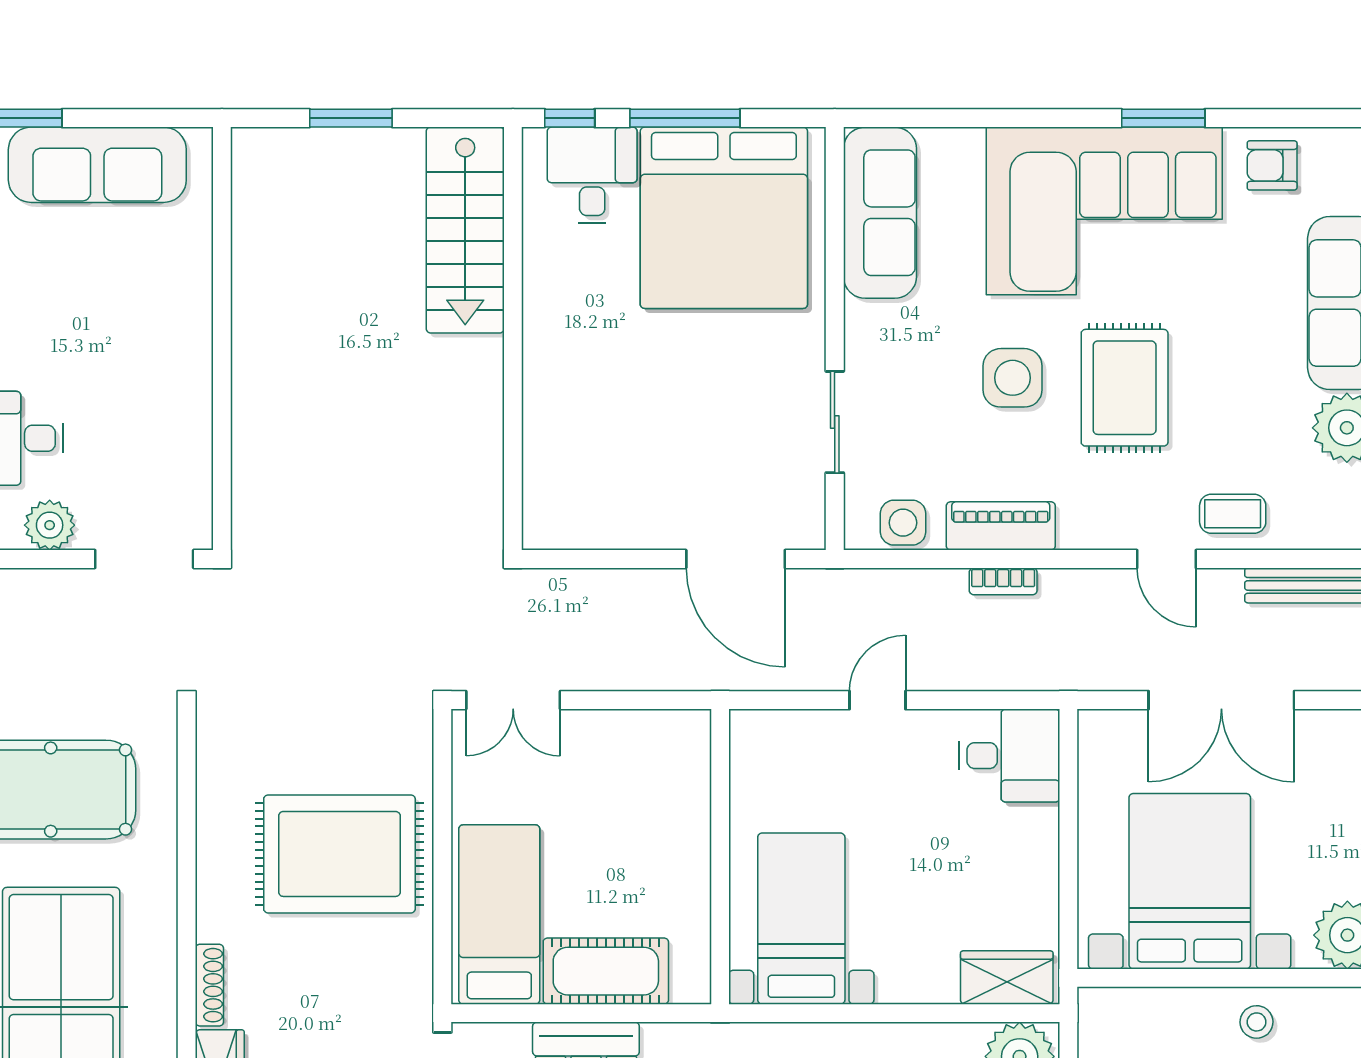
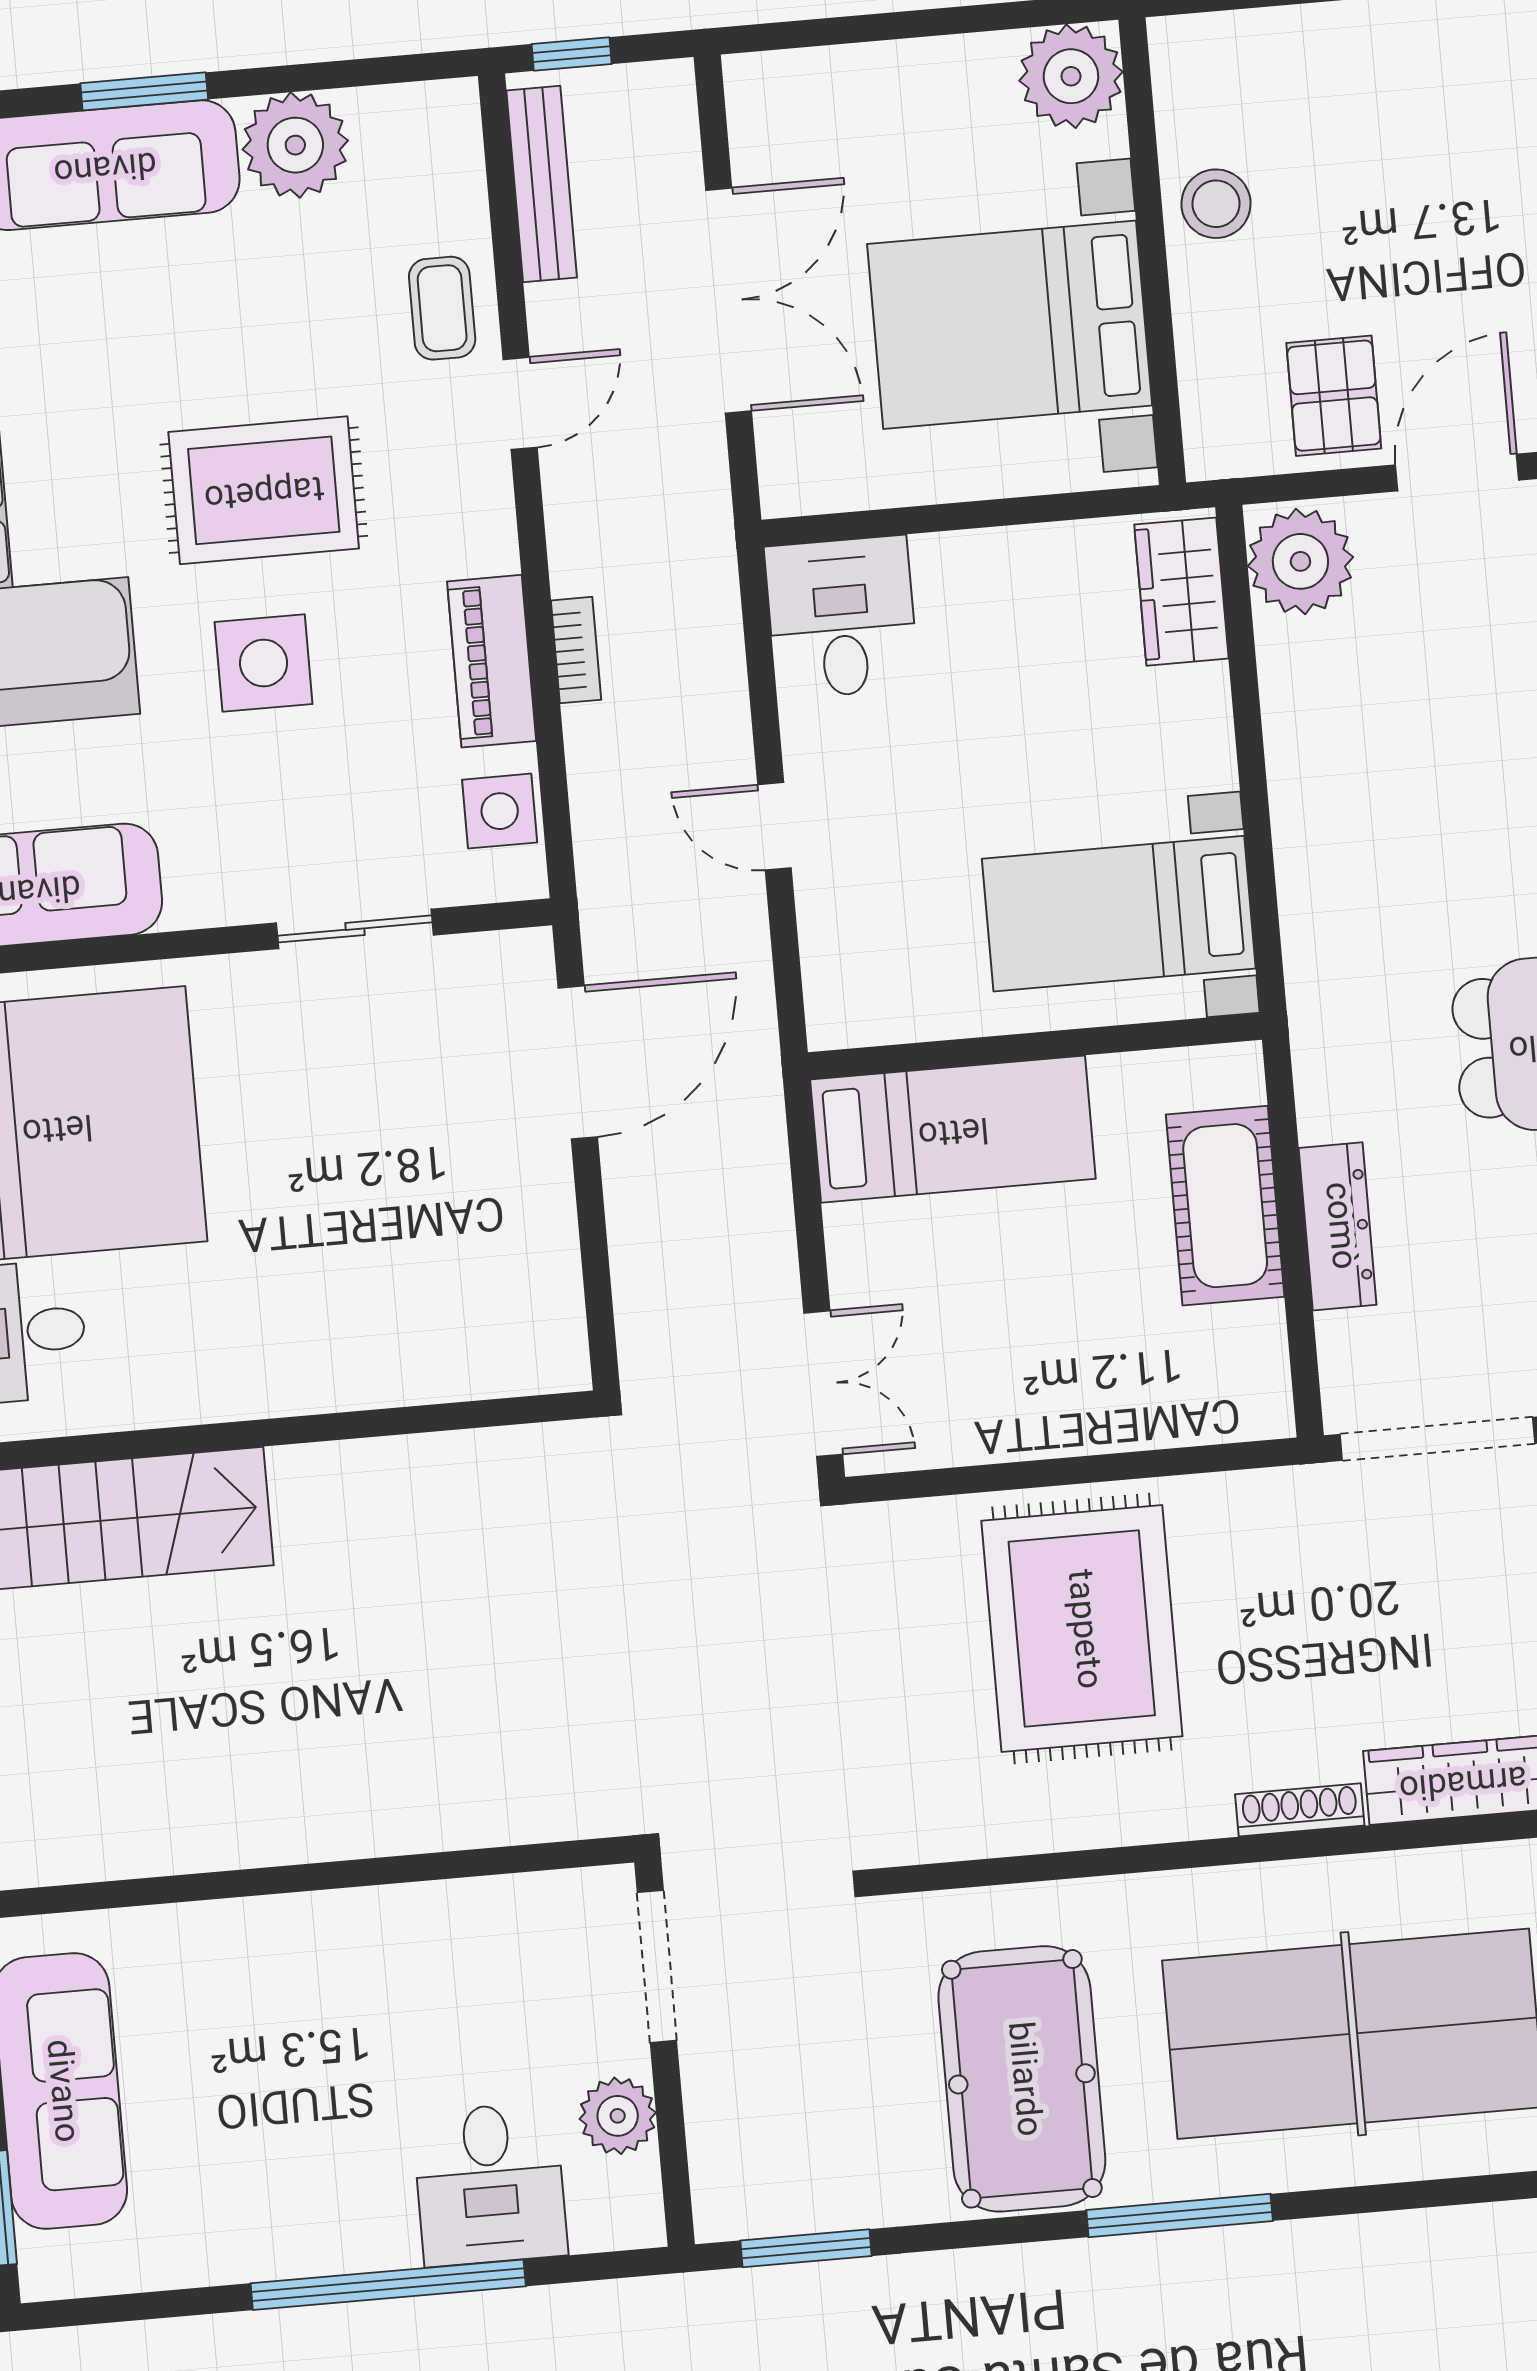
bed: (499, 915) -> (953, 1129), moved, turned 180
stool: (1257, 1022) -> (1216, 204), width x1.37, depth x1.37

